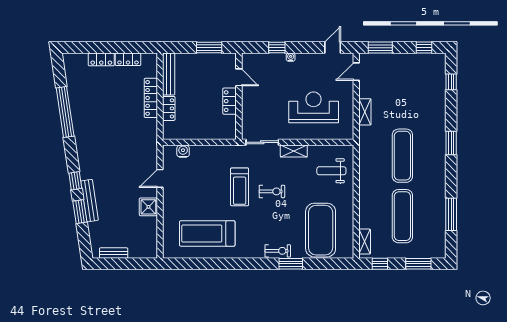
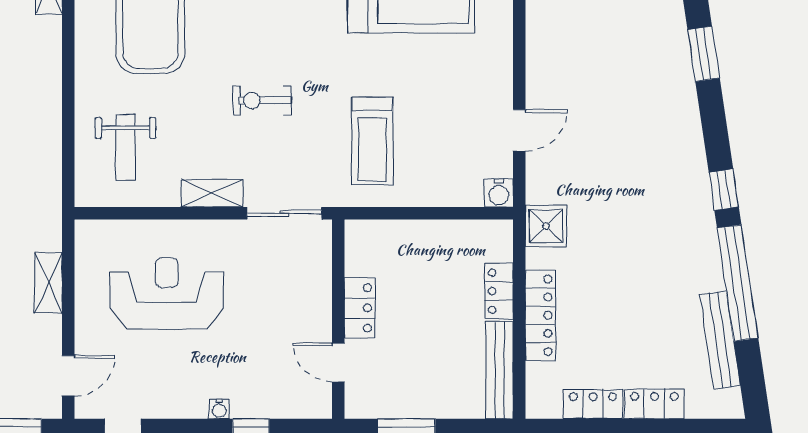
reception desk: (314, 107) -> (167, 293), turned 180
water cooler: (183, 151) -> (499, 193), moved
weight bench: (331, 171) -> (125, 148), turned 90
window: (75, 181) -> (724, 190), moved
treadmill: (240, 187) -> (372, 141), moved, turned 180
bench: (90, 201) -> (720, 340), moved
shower: (148, 207) -> (546, 226), moved

